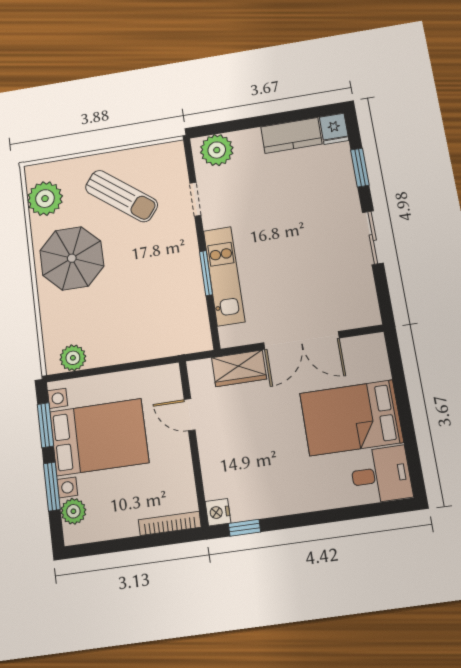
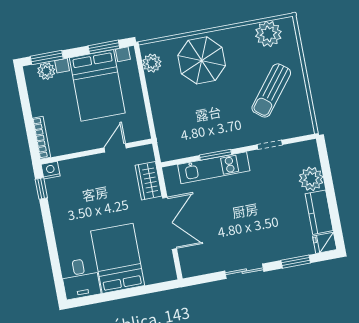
plant: (217, 150) -> (311, 179), moved
parasol: (72, 258) -> (202, 60), moved
double door: (301, 340) -> (170, 223), swing flipped
window: (52, 486) -> (47, 58), moved

